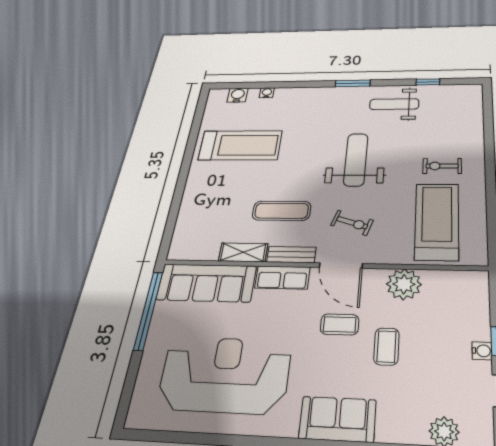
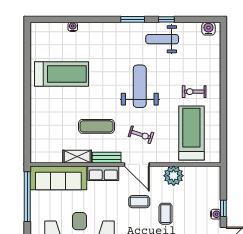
window: (428, 82) -> (166, 19), moved
water cooler: (238, 95) -> (208, 29), moved

